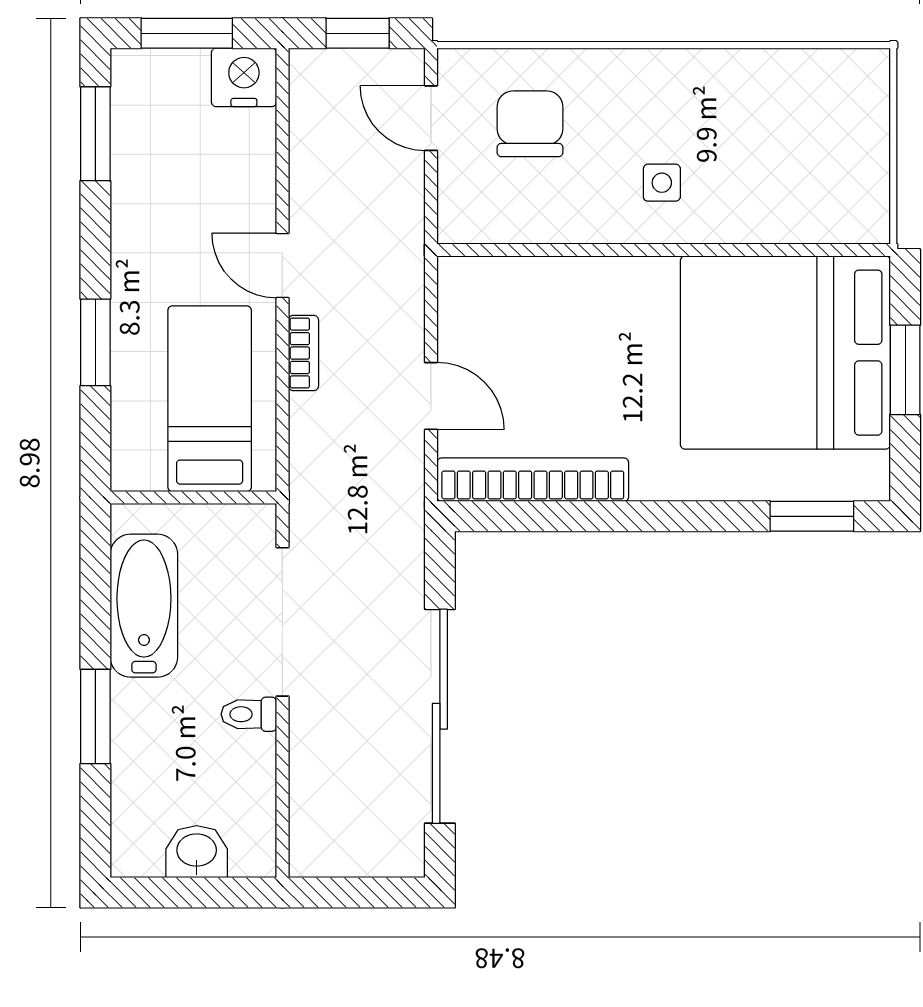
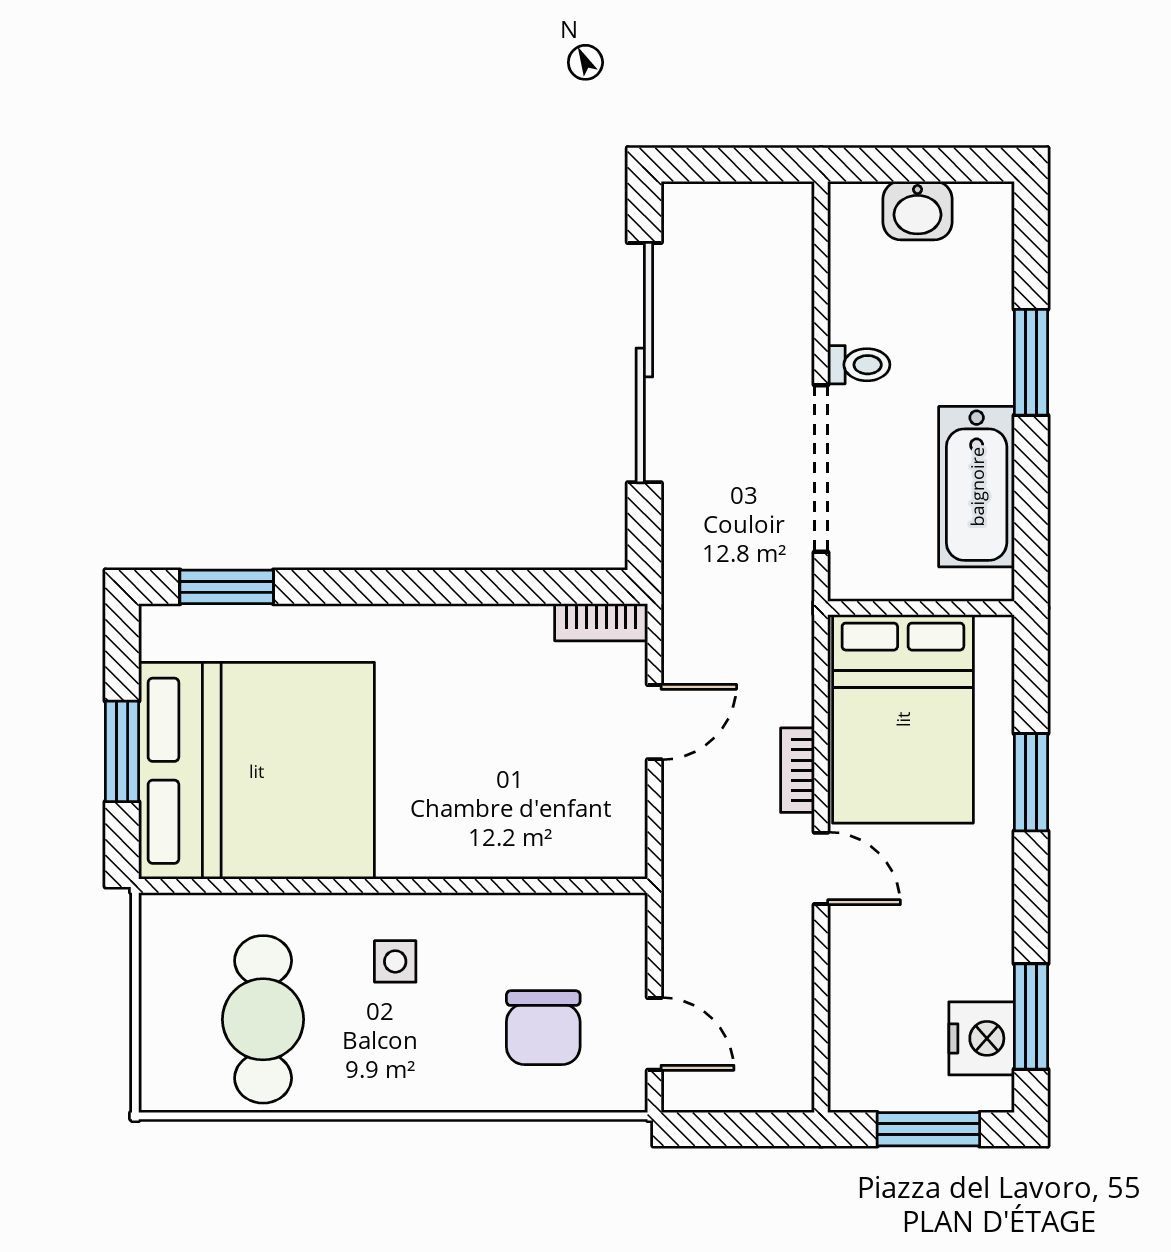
window: (358, 33) -> (737, 1129), removed
nightstand: (244, 77) -> (982, 1038), moved, turned -90
cafe table: (780, 131) -> (263, 1019), added
door: (431, 396) -> (654, 722), swing flipped
bed: (210, 399) -> (903, 719), width x1.50
bookcase: (533, 480) -> (601, 622), width x0.43, depth x0.76

